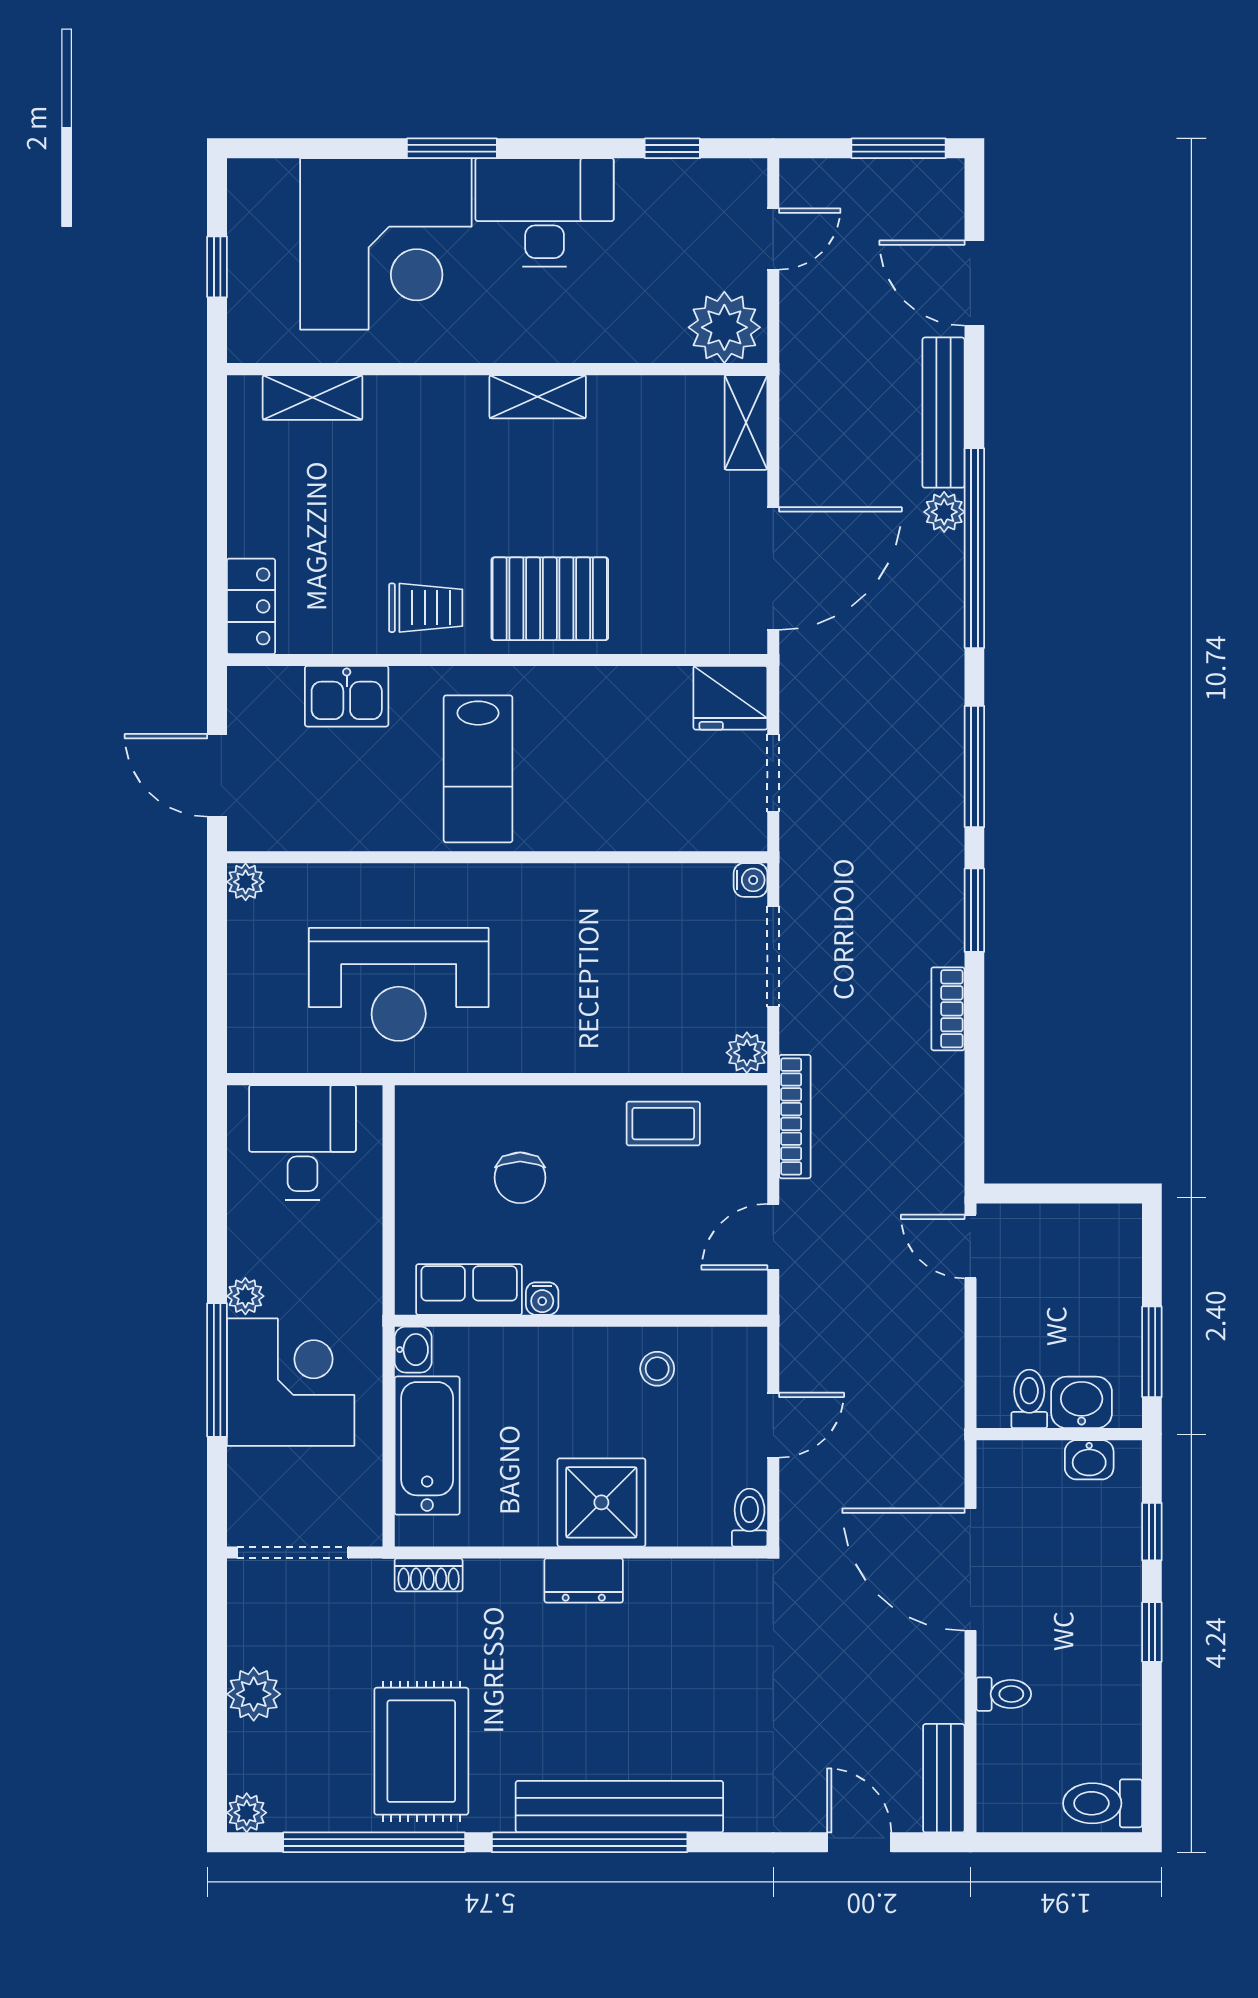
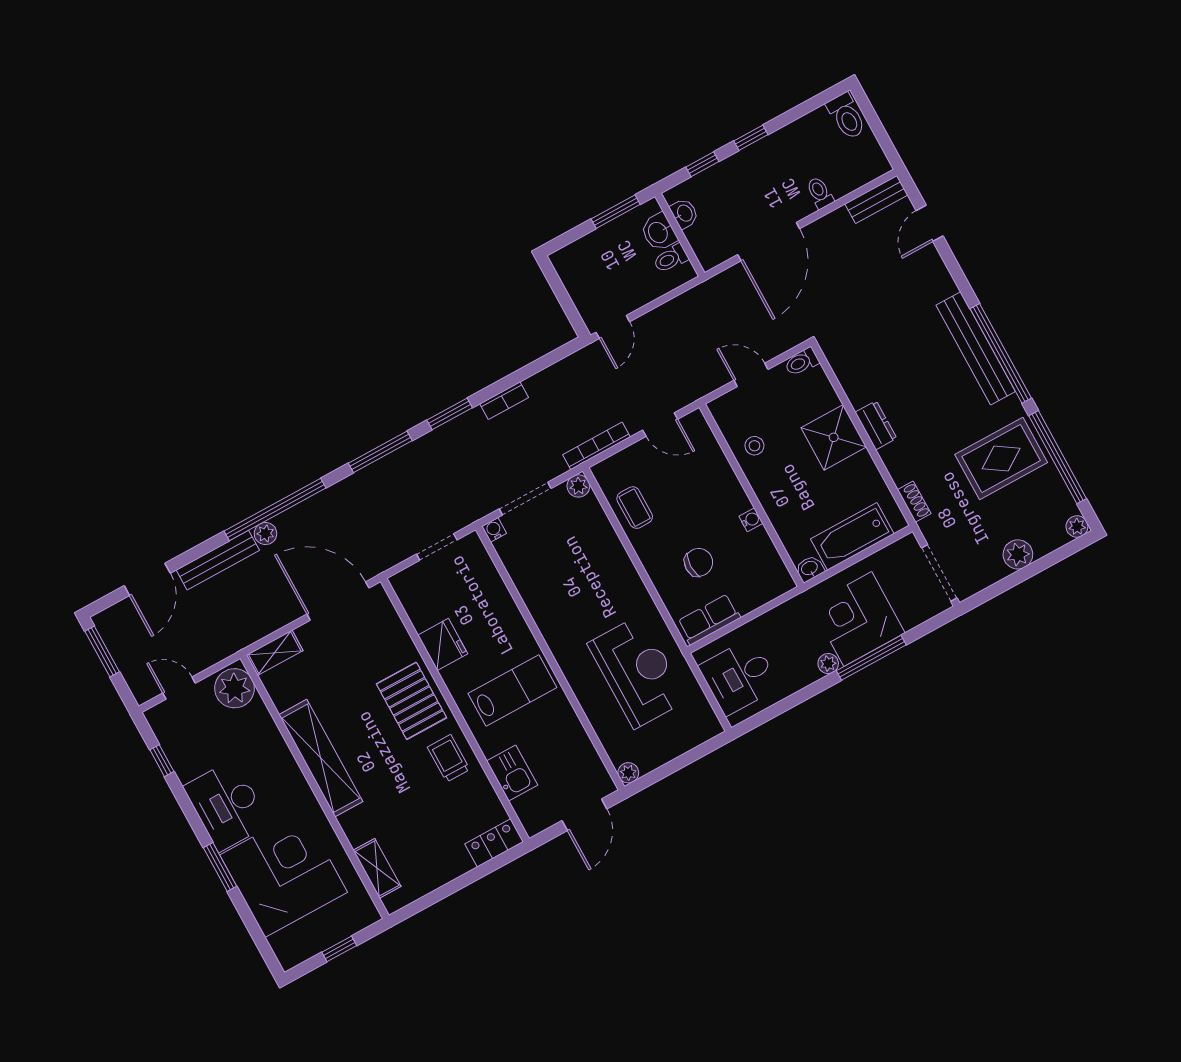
shelving: (538, 397) -> (321, 758), width x2.20, depth x1.33
fridge: (730, 698) -> (443, 644), moved
row of seats: (469, 1289) -> (709, 619), moved, turned 90

